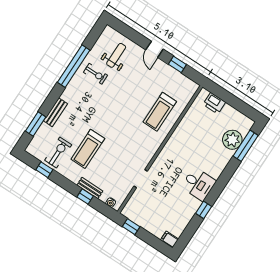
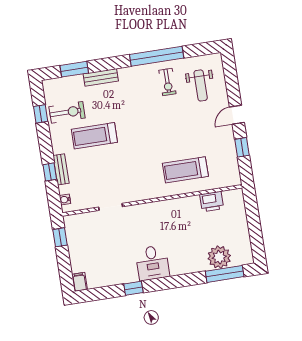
weight bench: (116, 55) -> (201, 85), turned 90
printer: (214, 103) -> (212, 202), moved, turned -90

